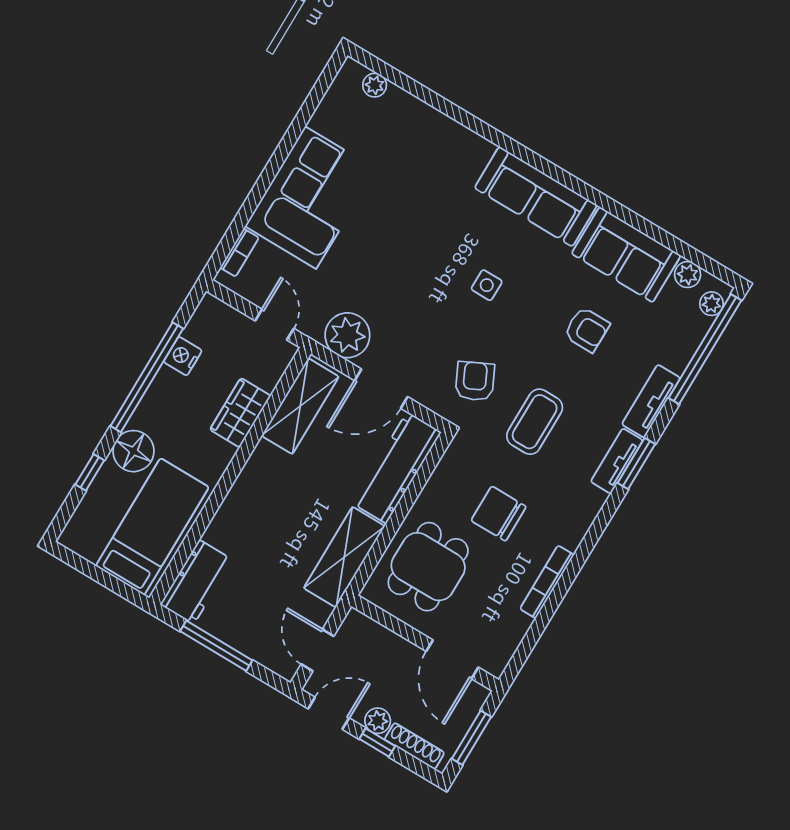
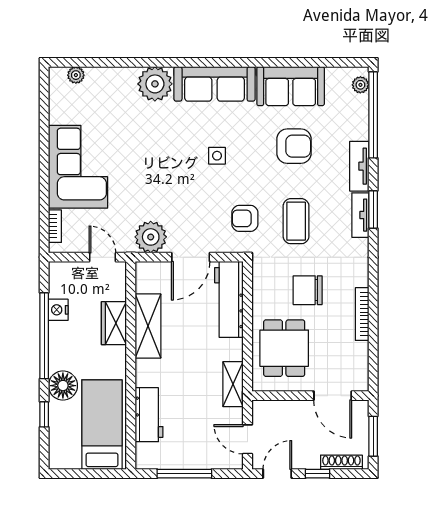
plant: (688, 275) -> (155, 84), moved, width x1.87, depth x1.87
armchair: (587, 330) -> (294, 146), width x1.38, depth x1.38
armchair: (475, 381) -> (245, 218), turned -64
shelving: (300, 406) -> (148, 326), moved
shelving: (344, 557) -> (233, 384), width x0.67, depth x0.75
workbench: (196, 582) -> (149, 415), moved
plant: (378, 721) -> (310, 460), removed

